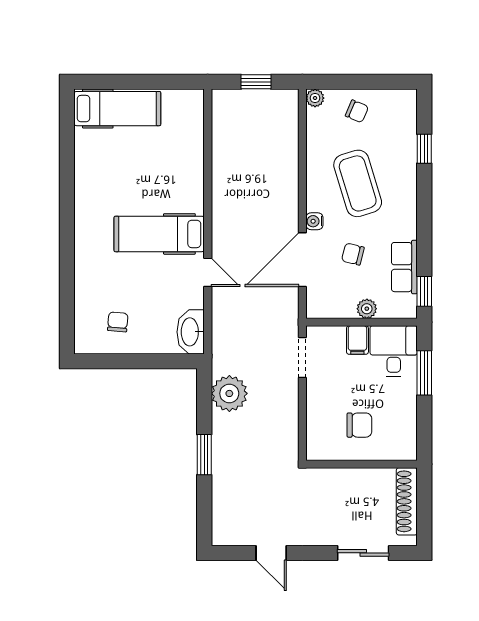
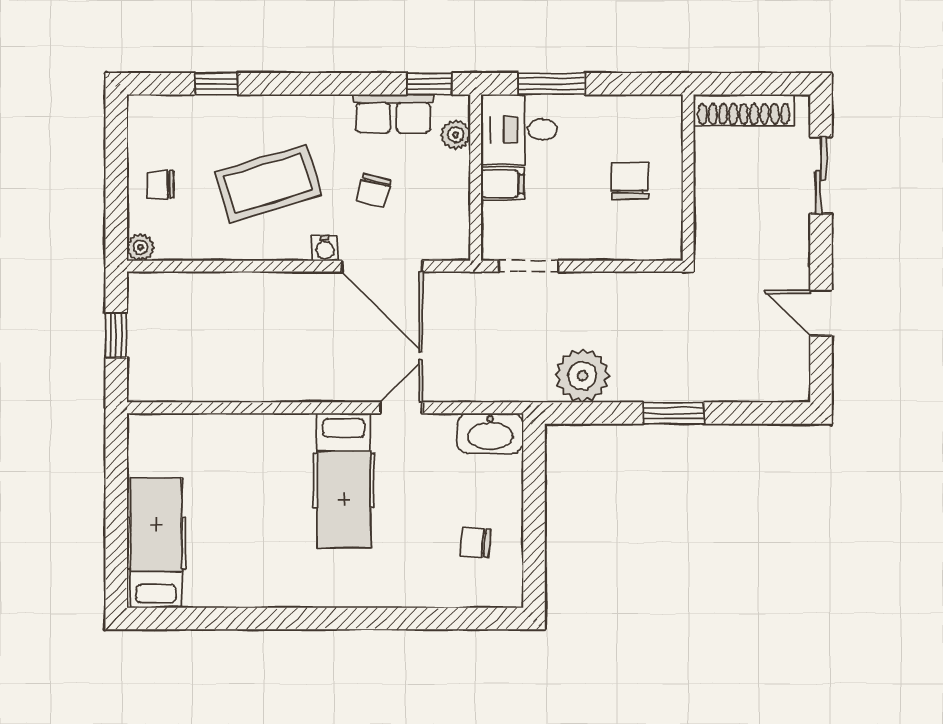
chair: (357, 111) -> (160, 185), turned -114
plant: (367, 309) -> (456, 135), moved
door: (271, 553) -> (821, 313), swing flipped

